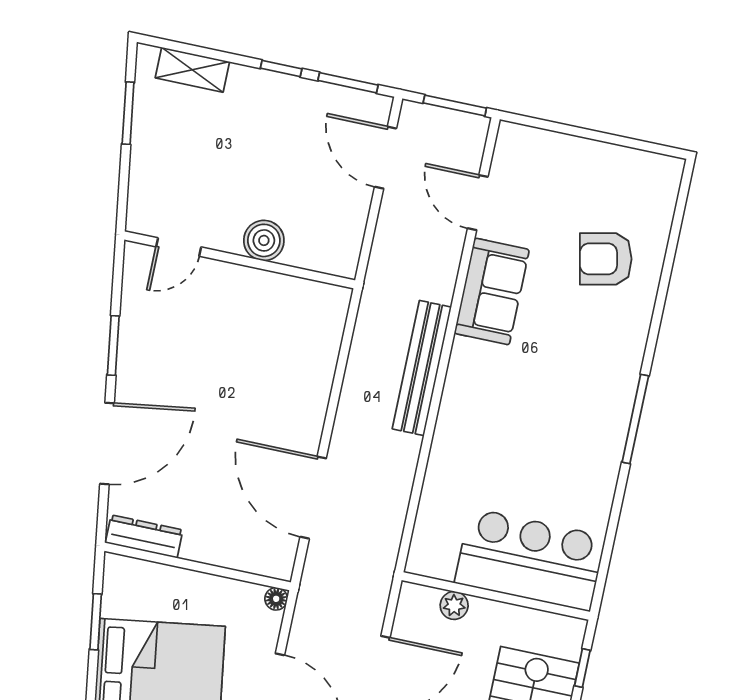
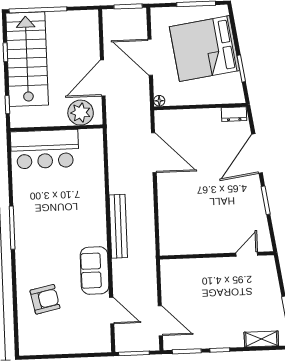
boiler: (264, 240) -> (208, 267), removed
dresser: (144, 536) -> (234, 114), width x0.70
plant: (454, 605) -> (81, 113), width x1.88, depth x1.88

